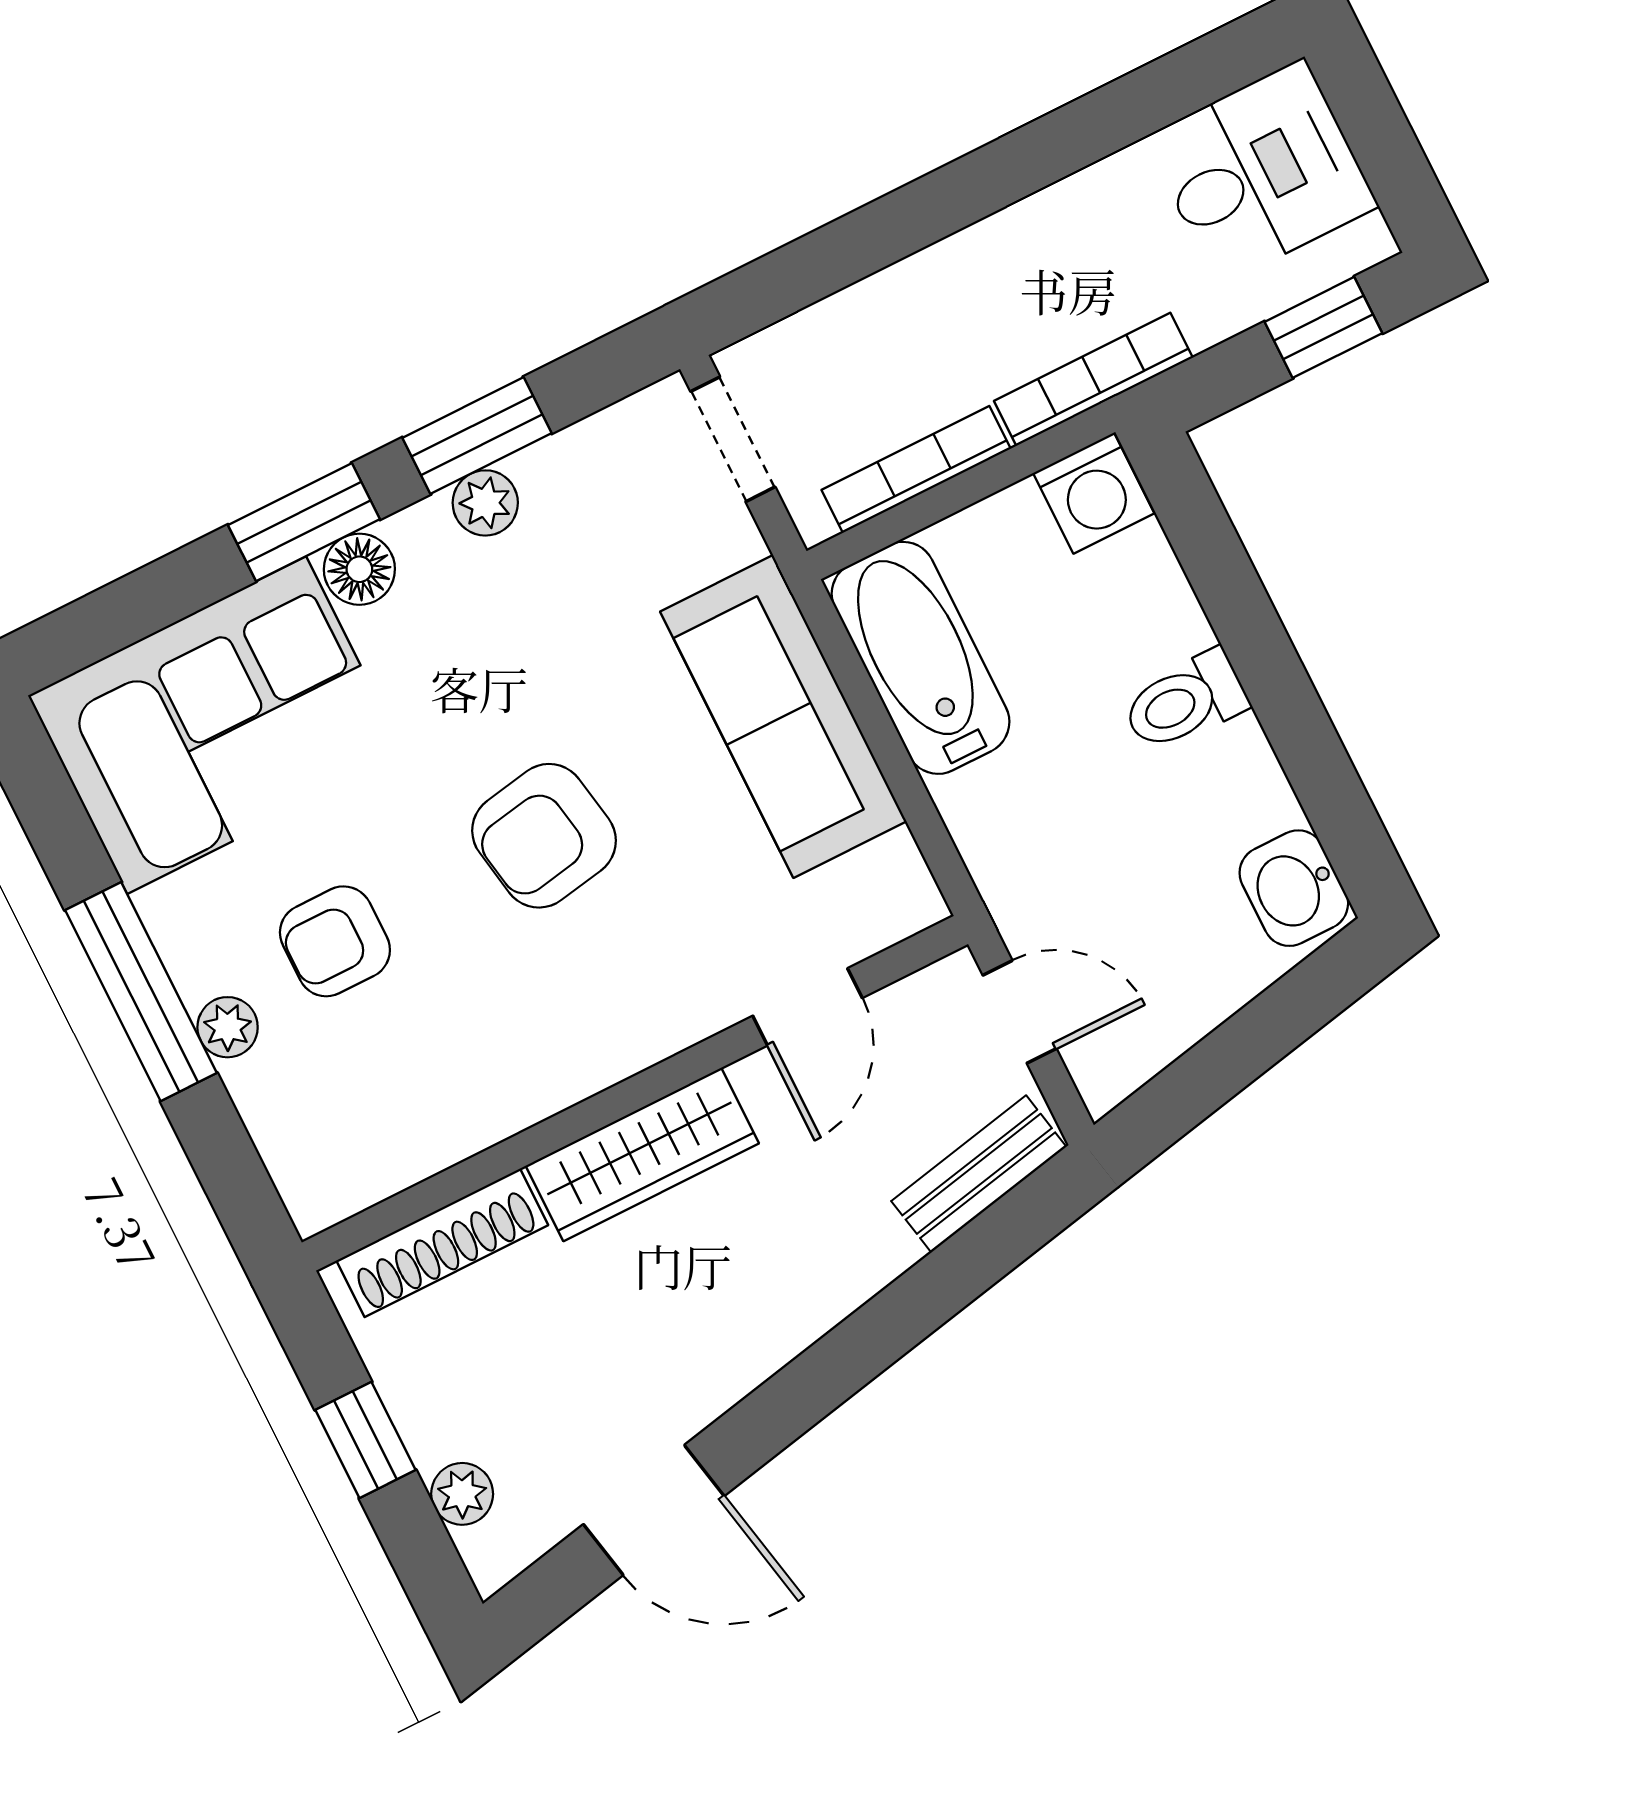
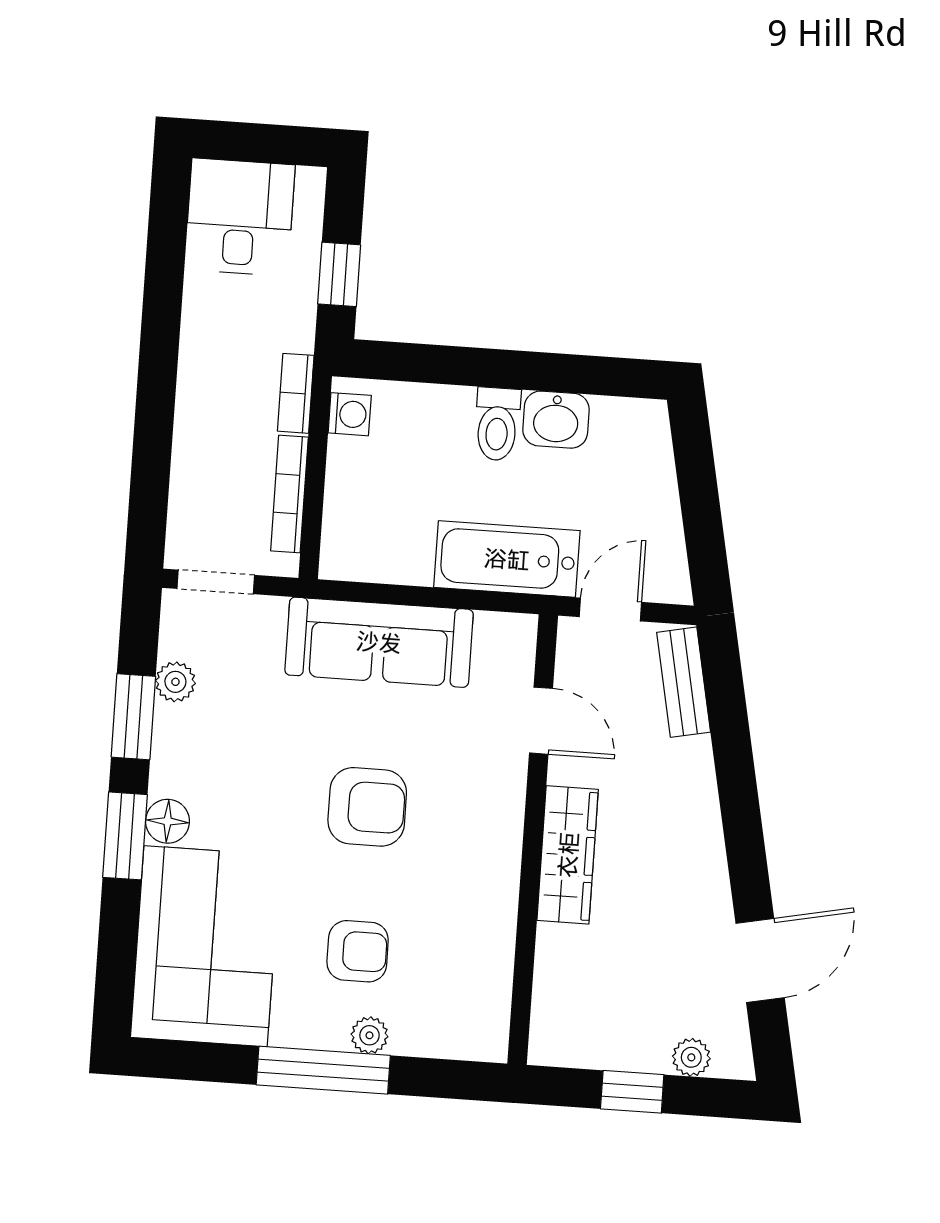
window: (1323, 327) -> (339, 274), moved
bookcase: (1093, 379) -> (296, 393), width x0.64
washing machine: (1094, 493) -> (350, 414), width x0.73, depth x0.73
plant: (485, 503) -> (175, 682), moved
bathtub: (921, 658) -> (507, 559), moved
armchair: (544, 836) -> (367, 807), turned -80
washbasin: (1294, 888) -> (556, 420), moved
armchair: (335, 941) -> (358, 951), turned -90
shoe rack: (442, 1243) -> (552, 989), removed

